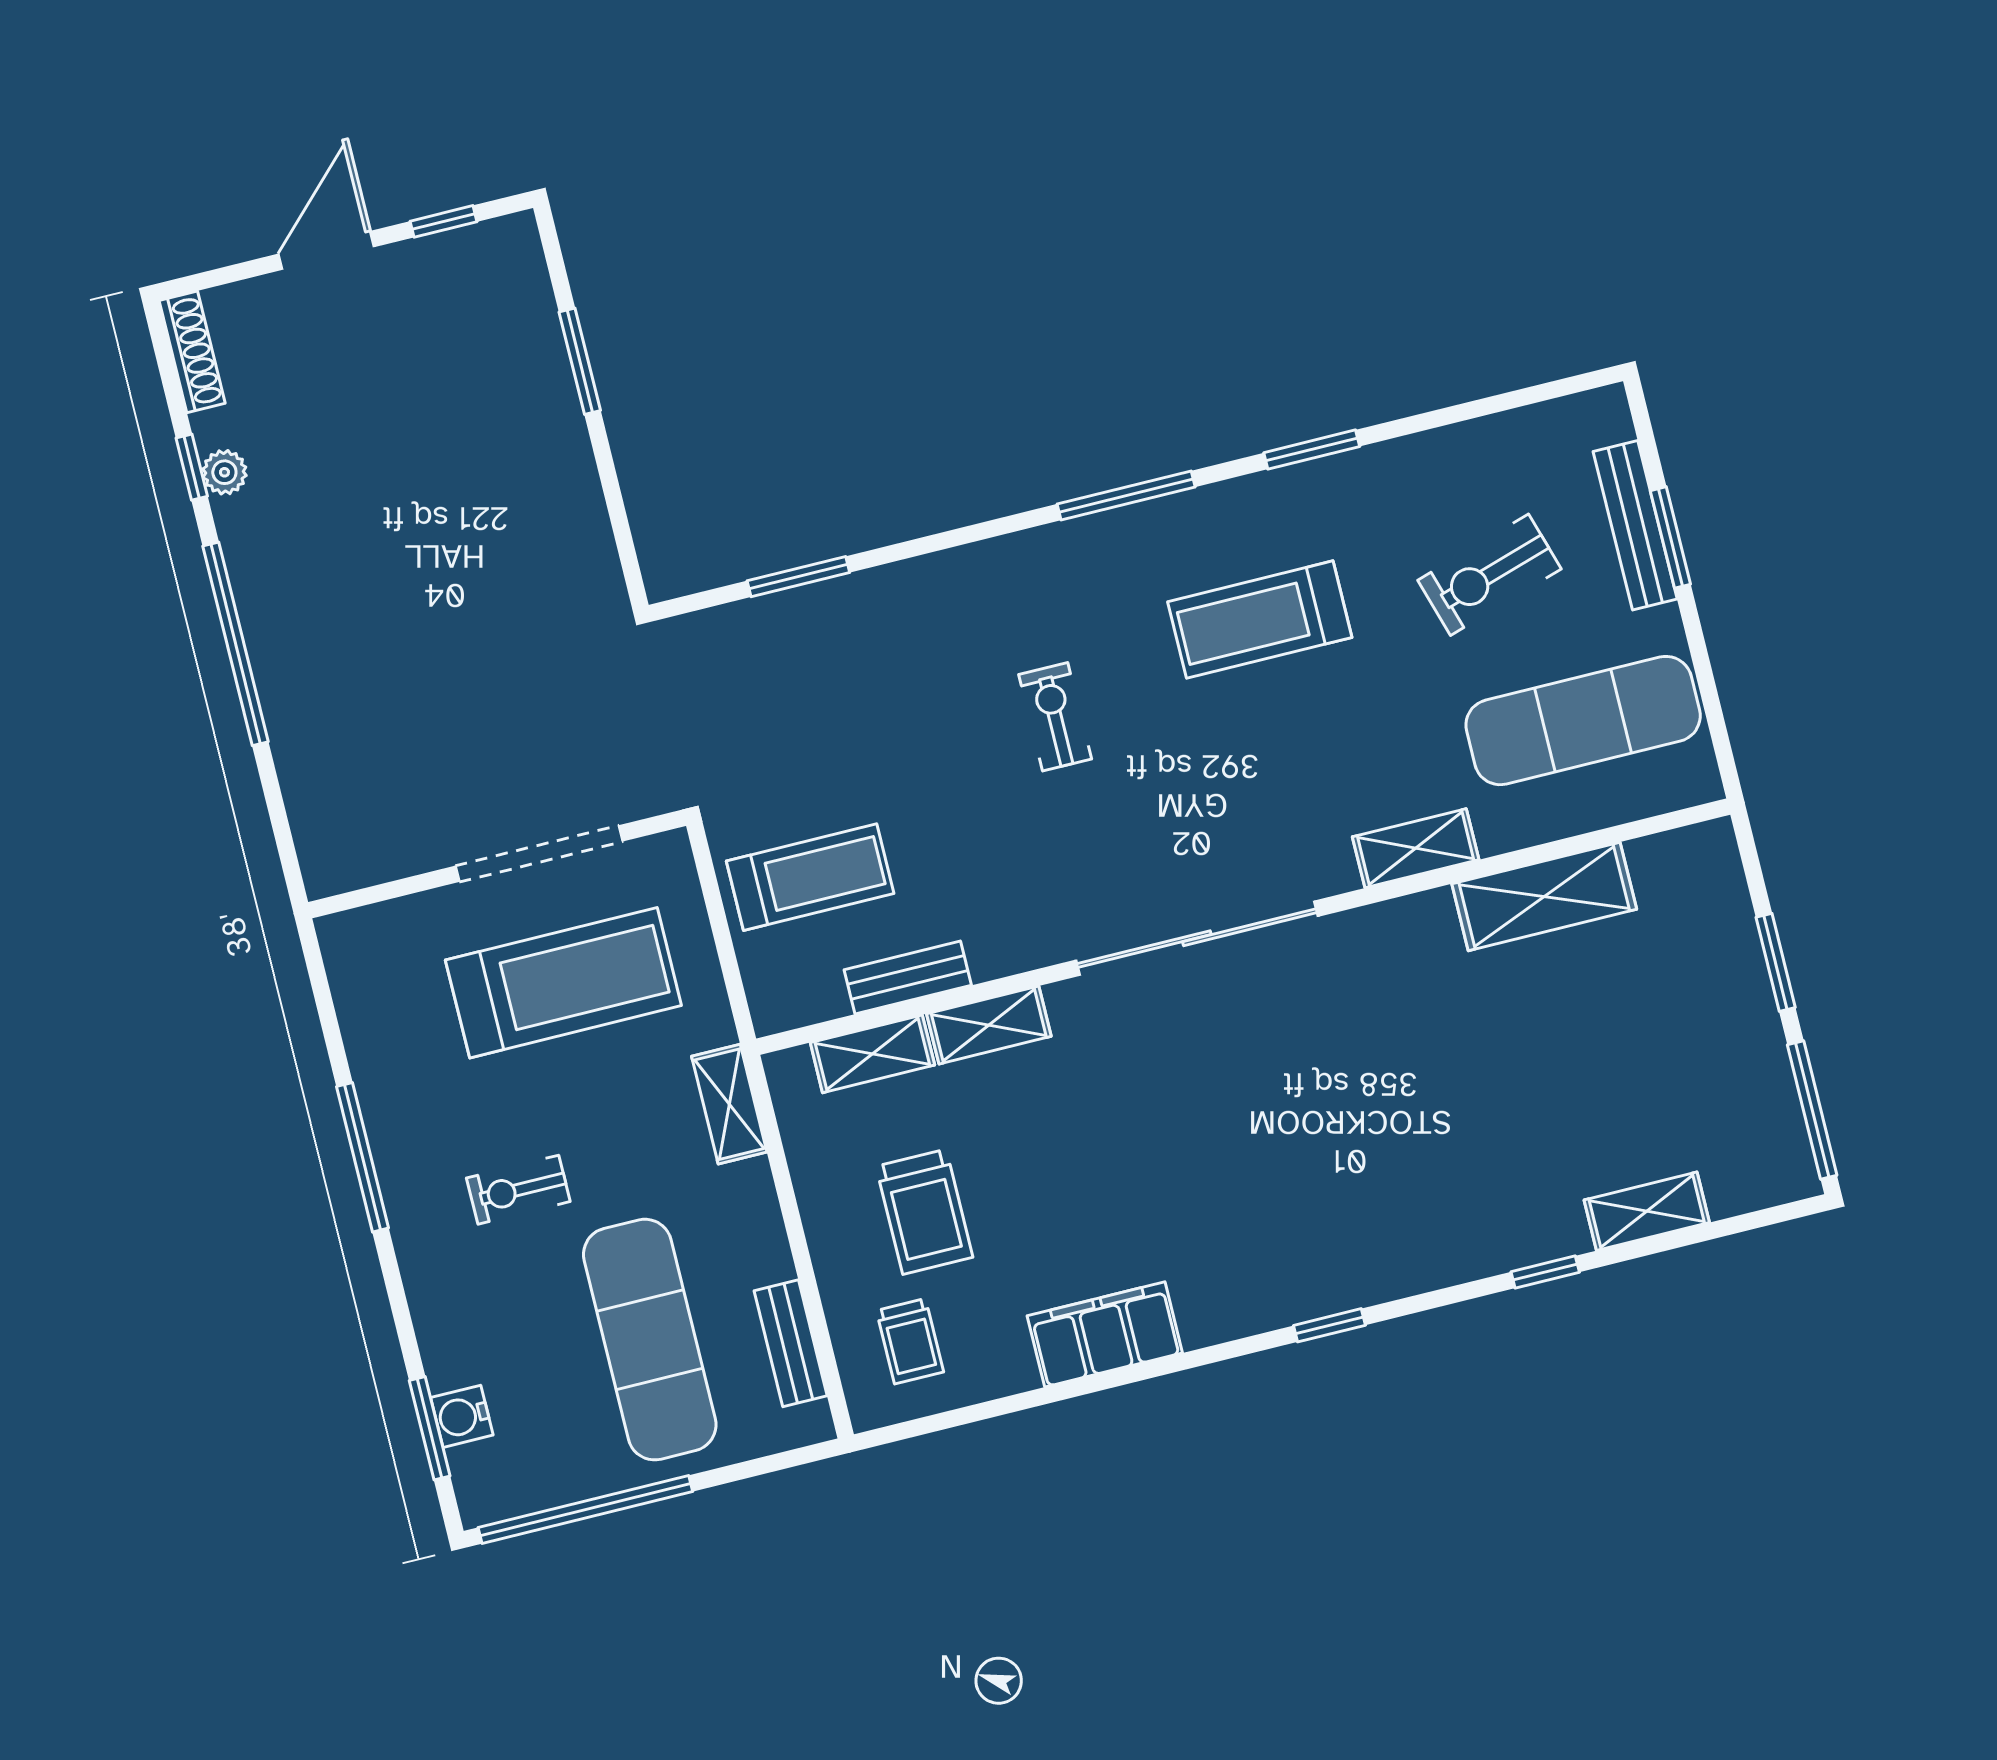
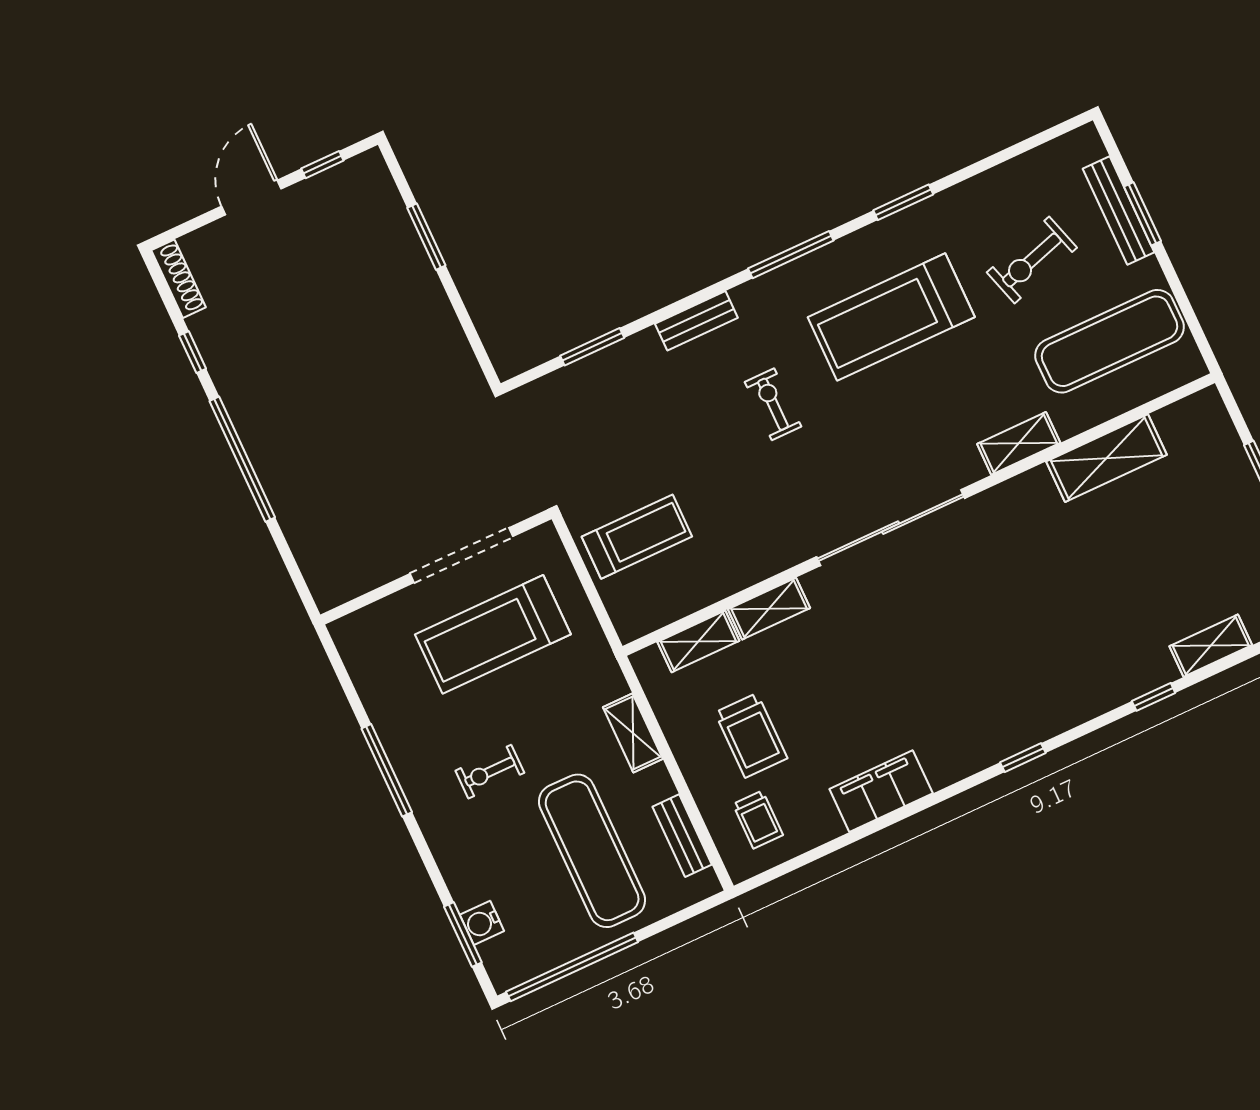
plant: (224, 472) -> (214, 351), removed
treadmill: (1260, 620) -> (891, 317), width x1.37, depth x1.38
bench: (908, 977) -> (696, 321), moved
treadmill: (563, 983) -> (493, 634), turned 180
shelving: (729, 1104) -> (633, 733), moved

